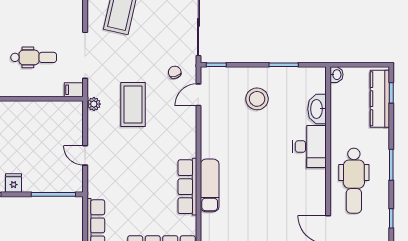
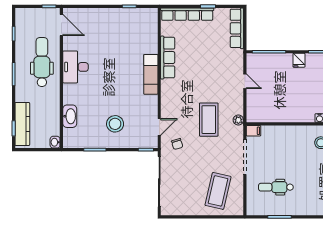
dental chair: (34, 57) -> (276, 187), moved
desk: (309, 146) -> (75, 67), moved
exam couch: (210, 185) -> (151, 74), moved

